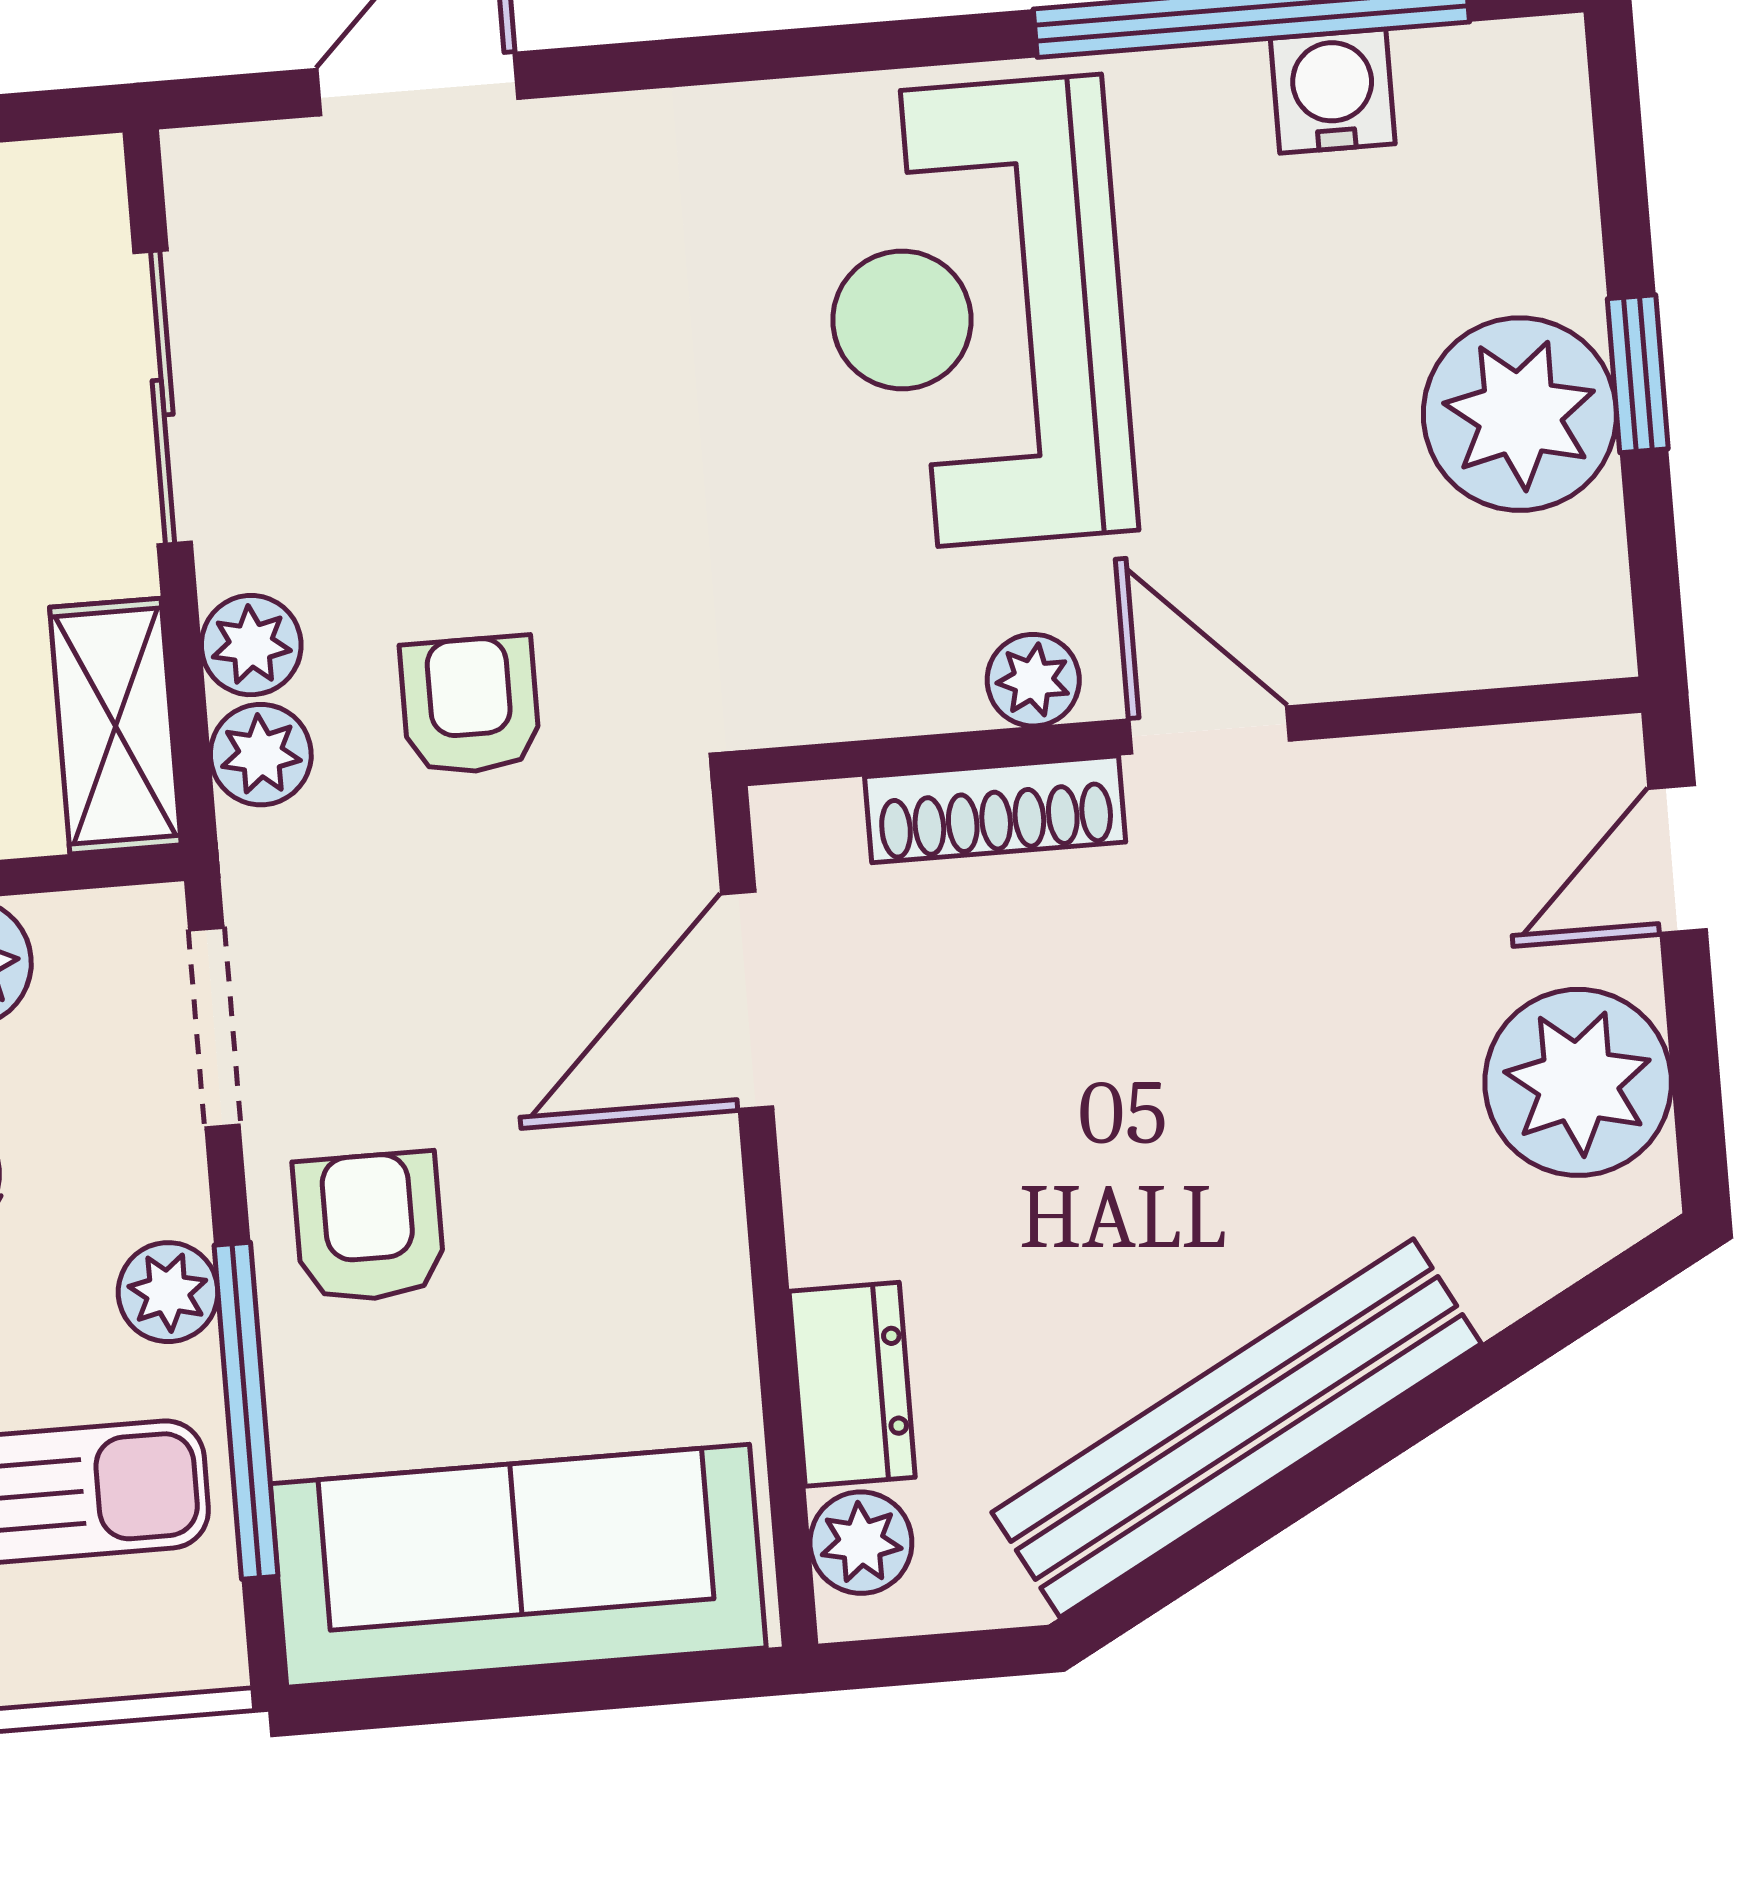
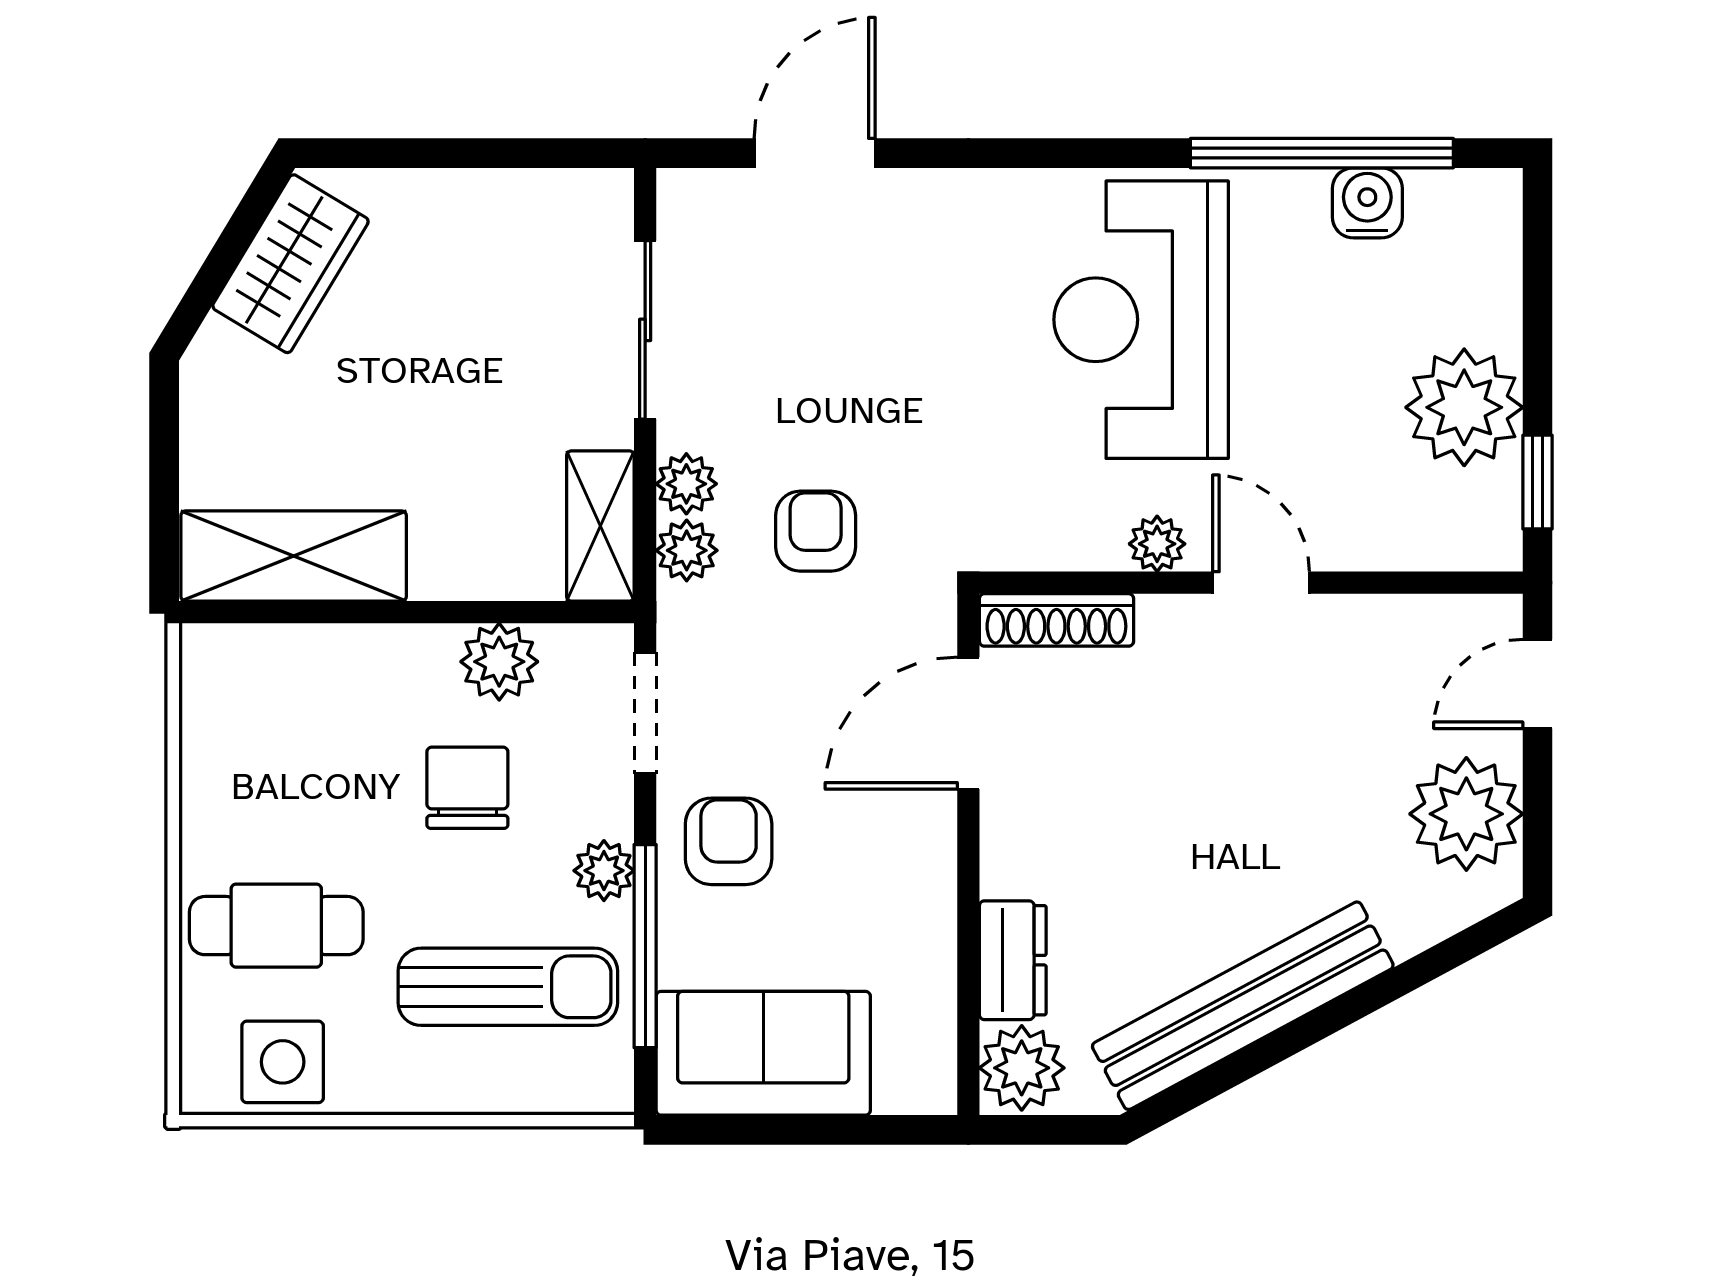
window: (1638, 374) -> (1537, 482), moved
shoe rack: (995, 809) -> (1056, 620), moved
plant: (861, 1543) -> (1022, 1068), width x1.38, depth x1.38
sofa: (518, 1566) -> (763, 1053), width x0.73

